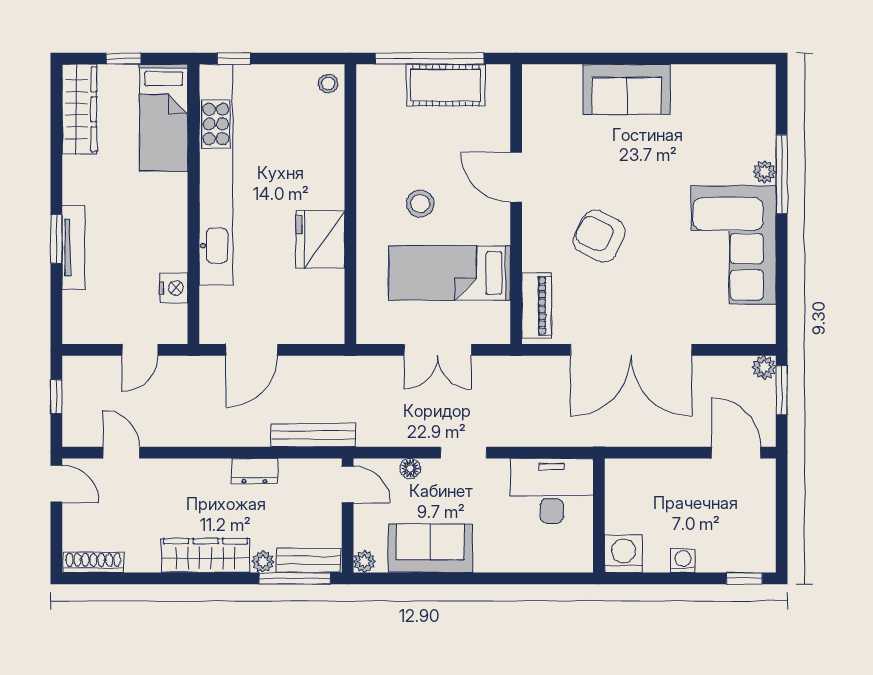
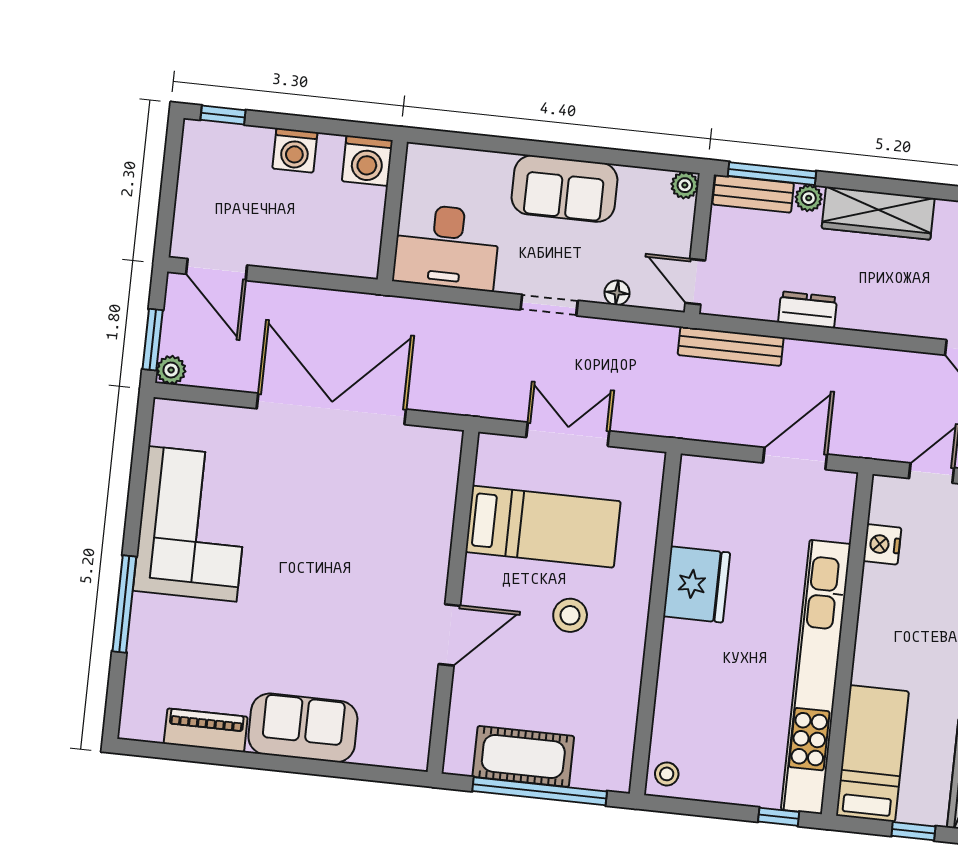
plant: (765, 172) -> (145, 609), removed
door: (516, 177) -> (449, 635), hinge flipped
armchair: (599, 236) -> (355, 552), removed
piano: (536, 306) -> (206, 730), moved, turned 90
sofa: (430, 548) -> (565, 189), moved
washing machine: (683, 560) -> (295, 150), width x1.38, depth x1.38

